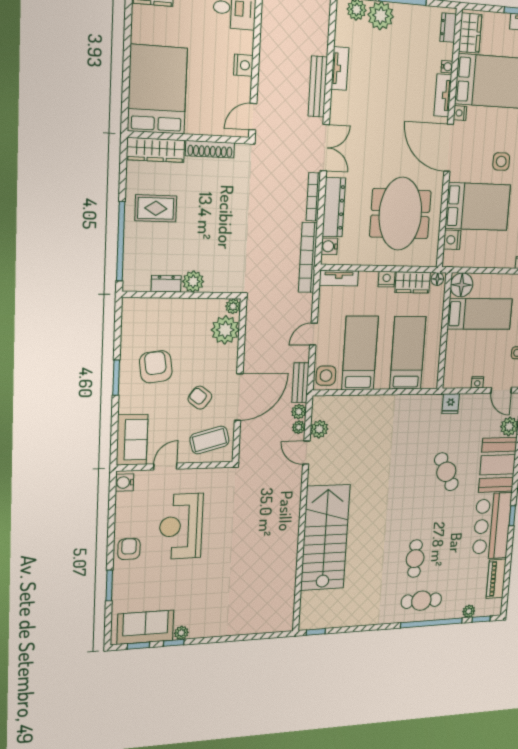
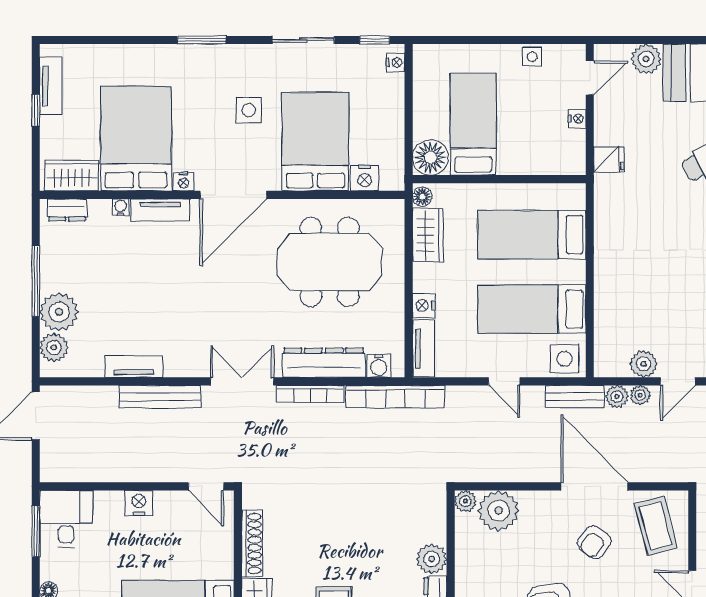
nightstand: (387, 279) -> (424, 306), moved

